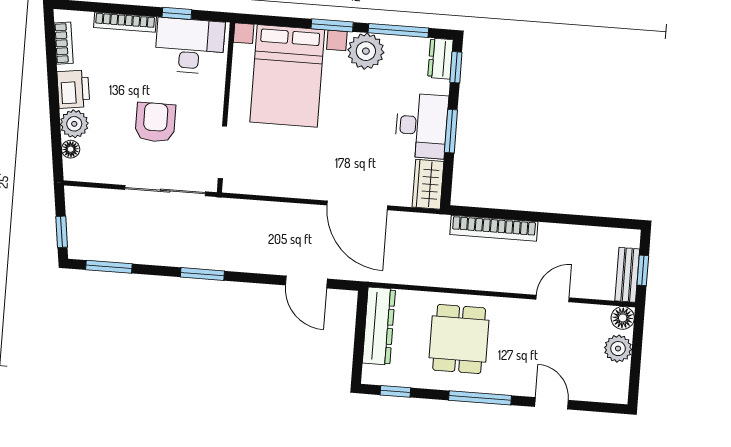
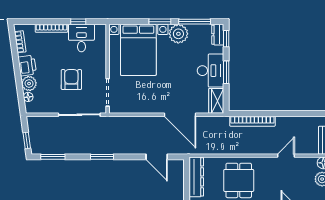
desk: (190, 46) -> (81, 38), width x0.73

